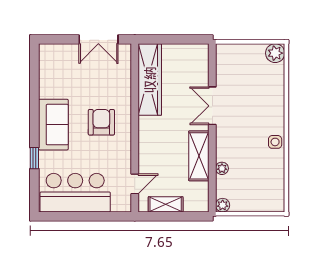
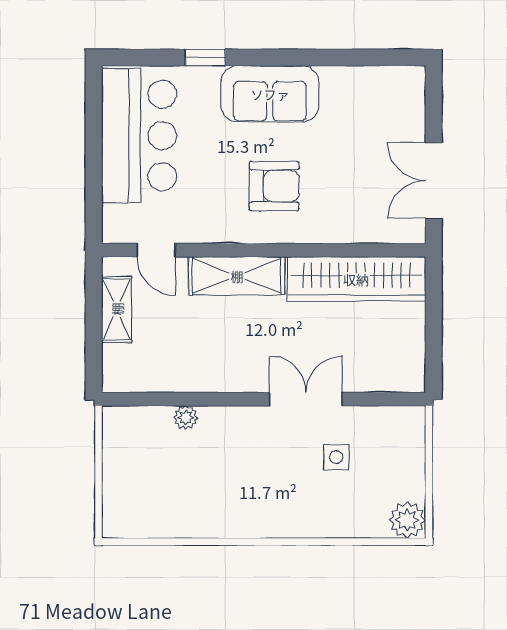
side table: (275, 142) -> (336, 457), moved
shelving: (199, 156) -> (237, 276), moved
plant: (223, 205) -> (115, 419), removed

